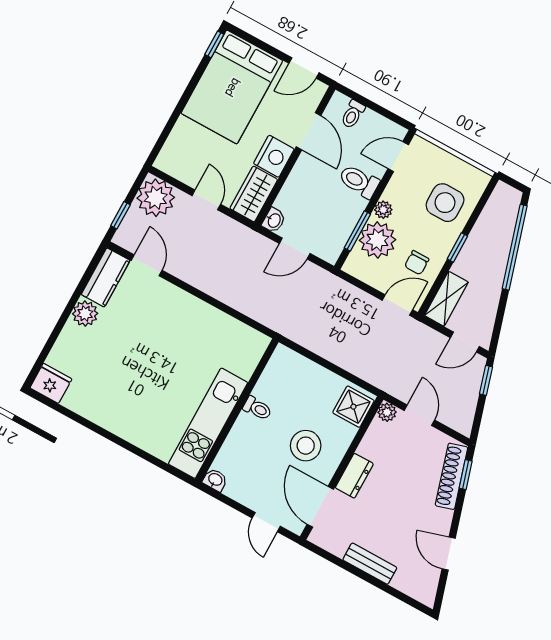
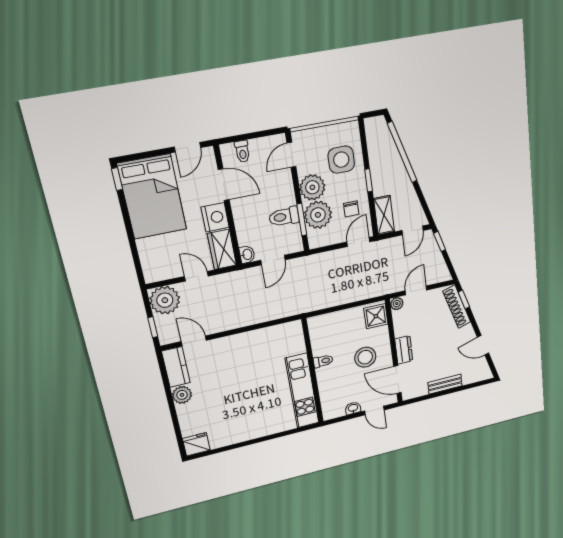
toilet: (359, 181) -> (284, 217), moved
plant: (383, 210) -> (312, 187), width x1.88, depth x1.88
door: (419, 415) -> (416, 290), hinge flipped
washbasin: (215, 480) -> (353, 408), moved

